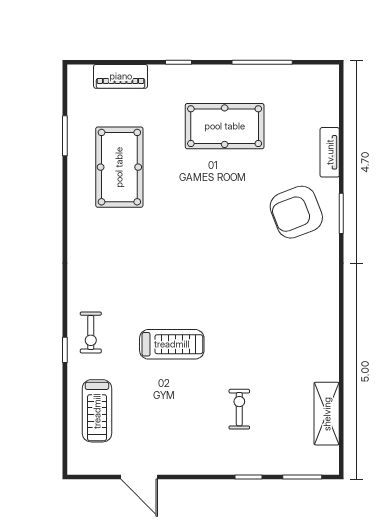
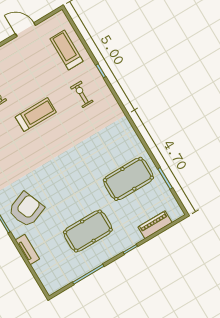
pool table: (119, 167) -> (128, 179), turned 90
exercise bike: (91, 332) -> (82, 94), moved
treadmill: (172, 344) -> (36, 115), moved, turned 180

